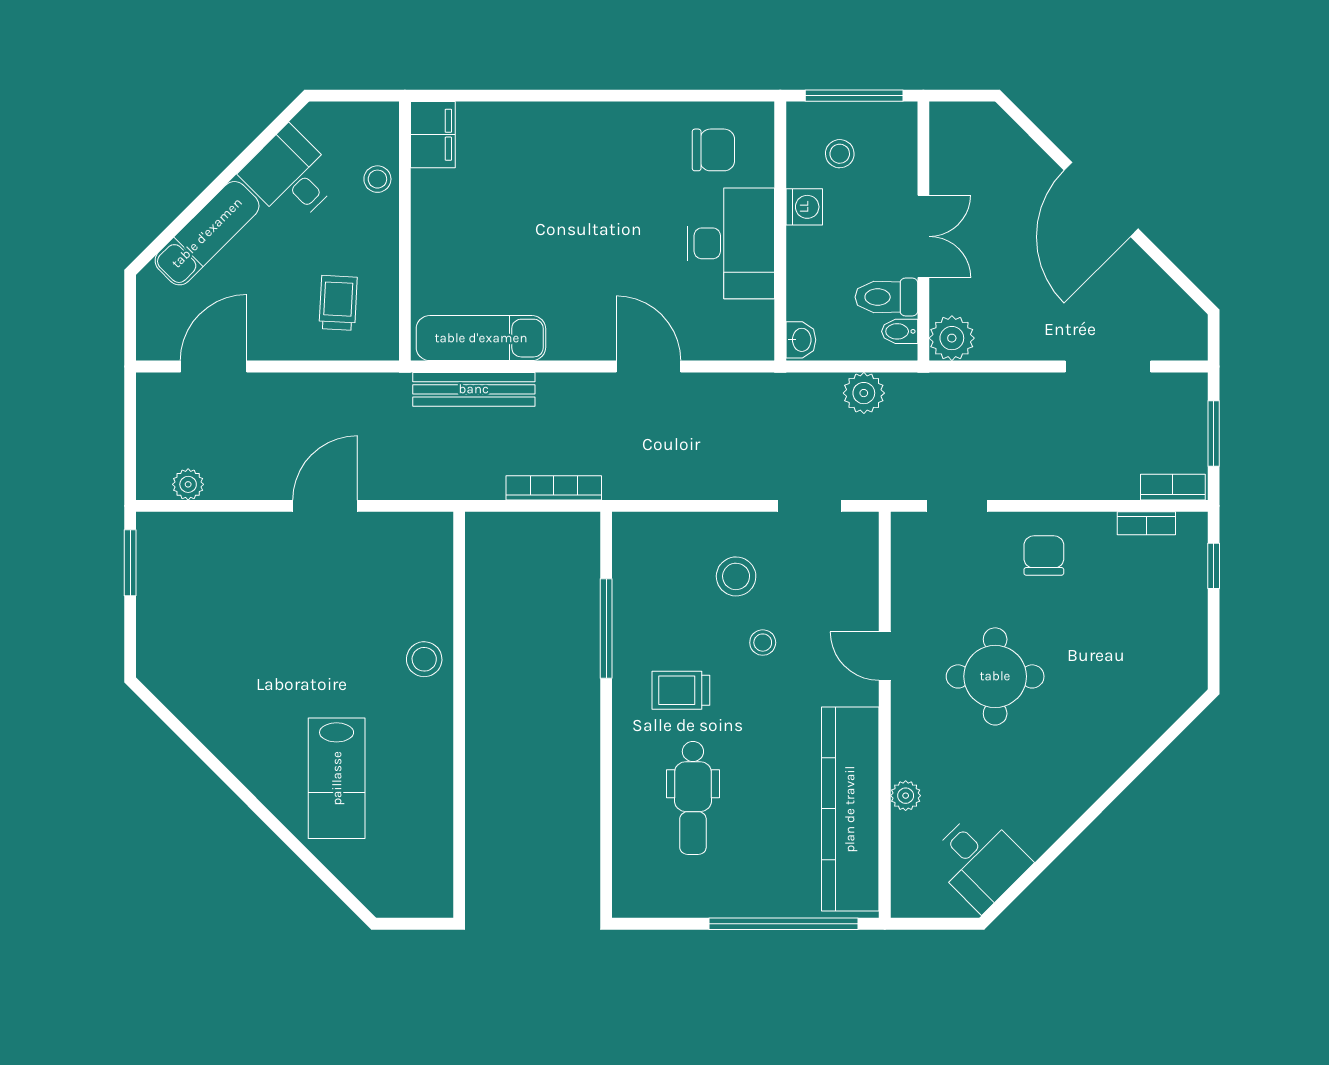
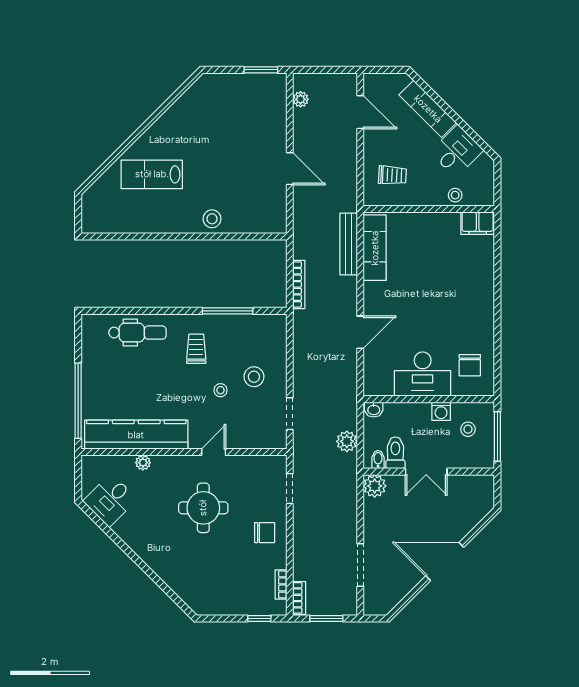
dental chair: (693, 798) -> (137, 333), moved, turned 180

